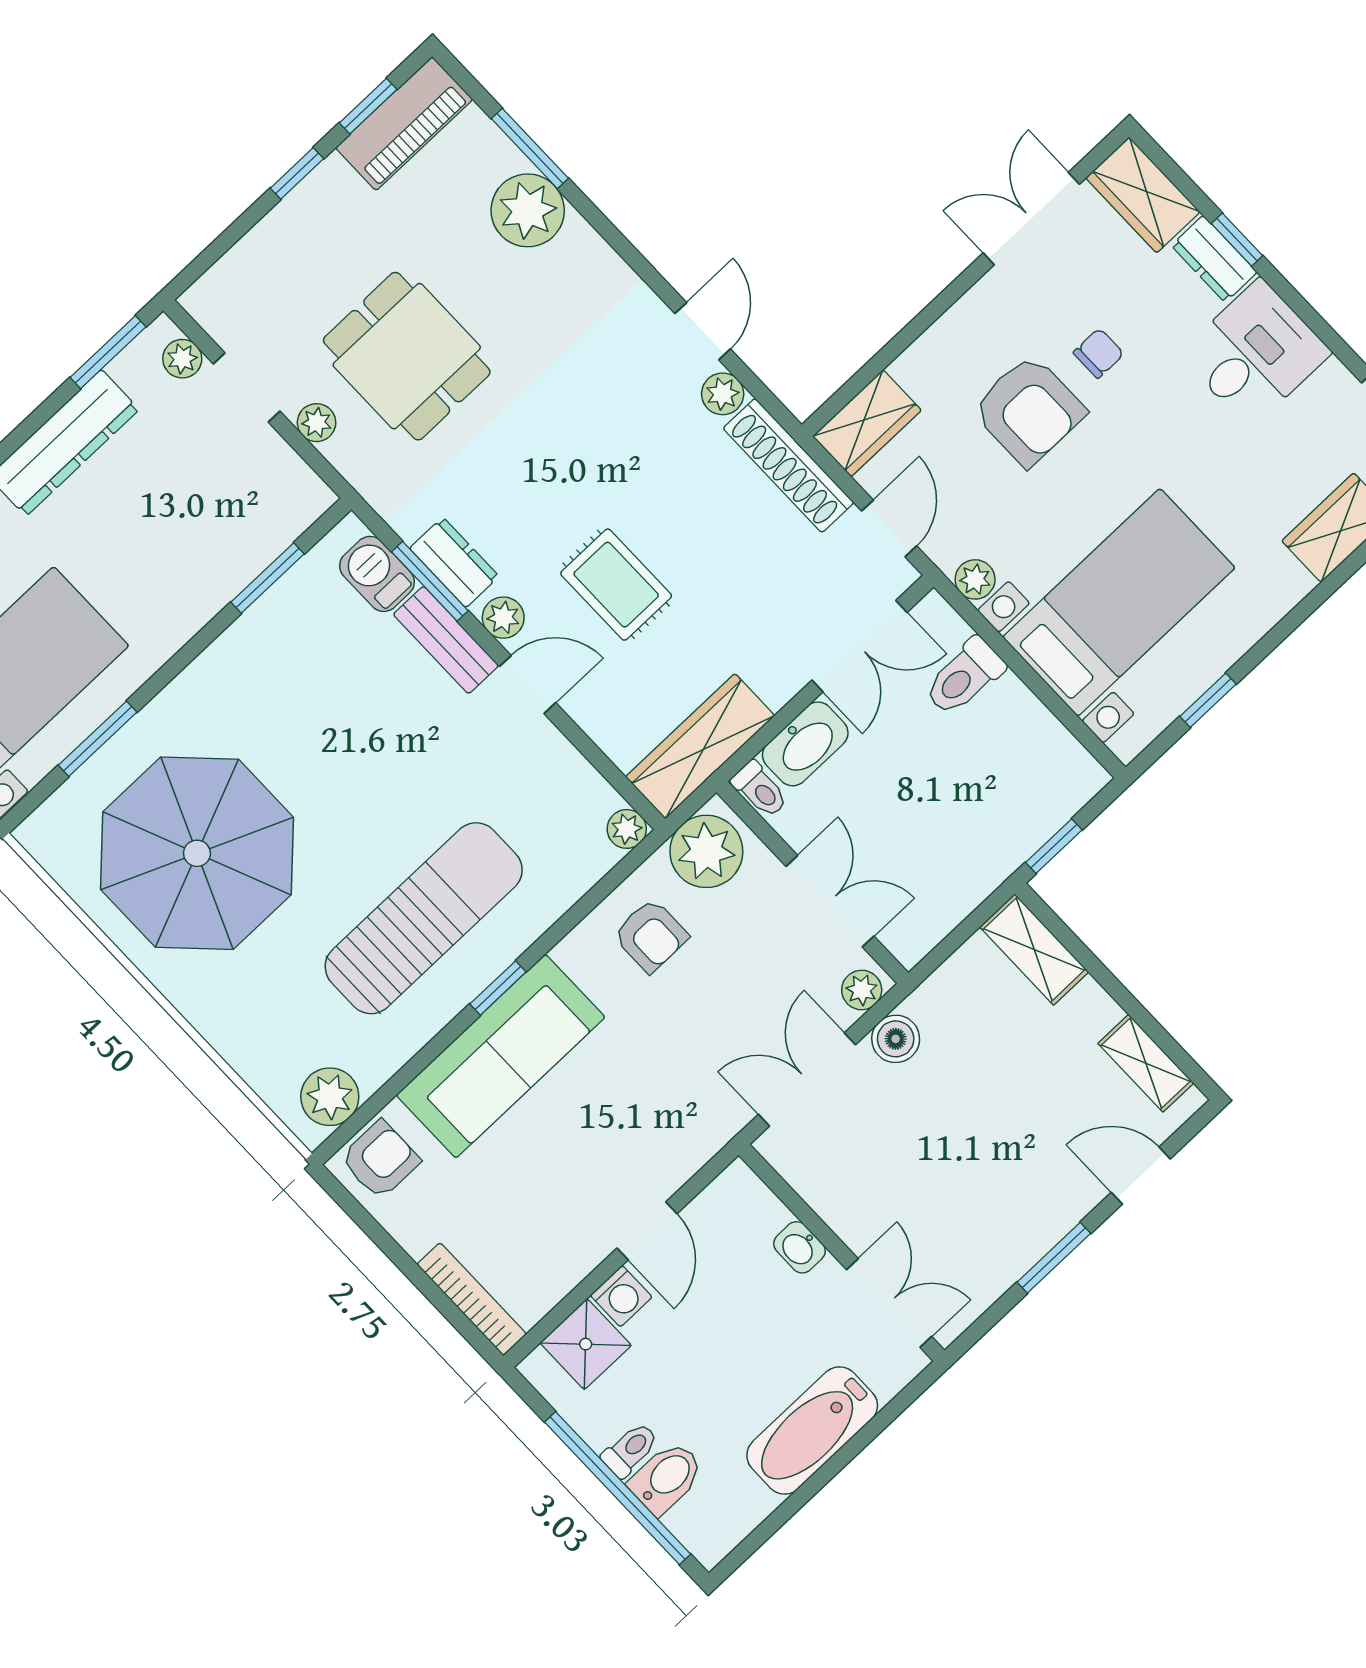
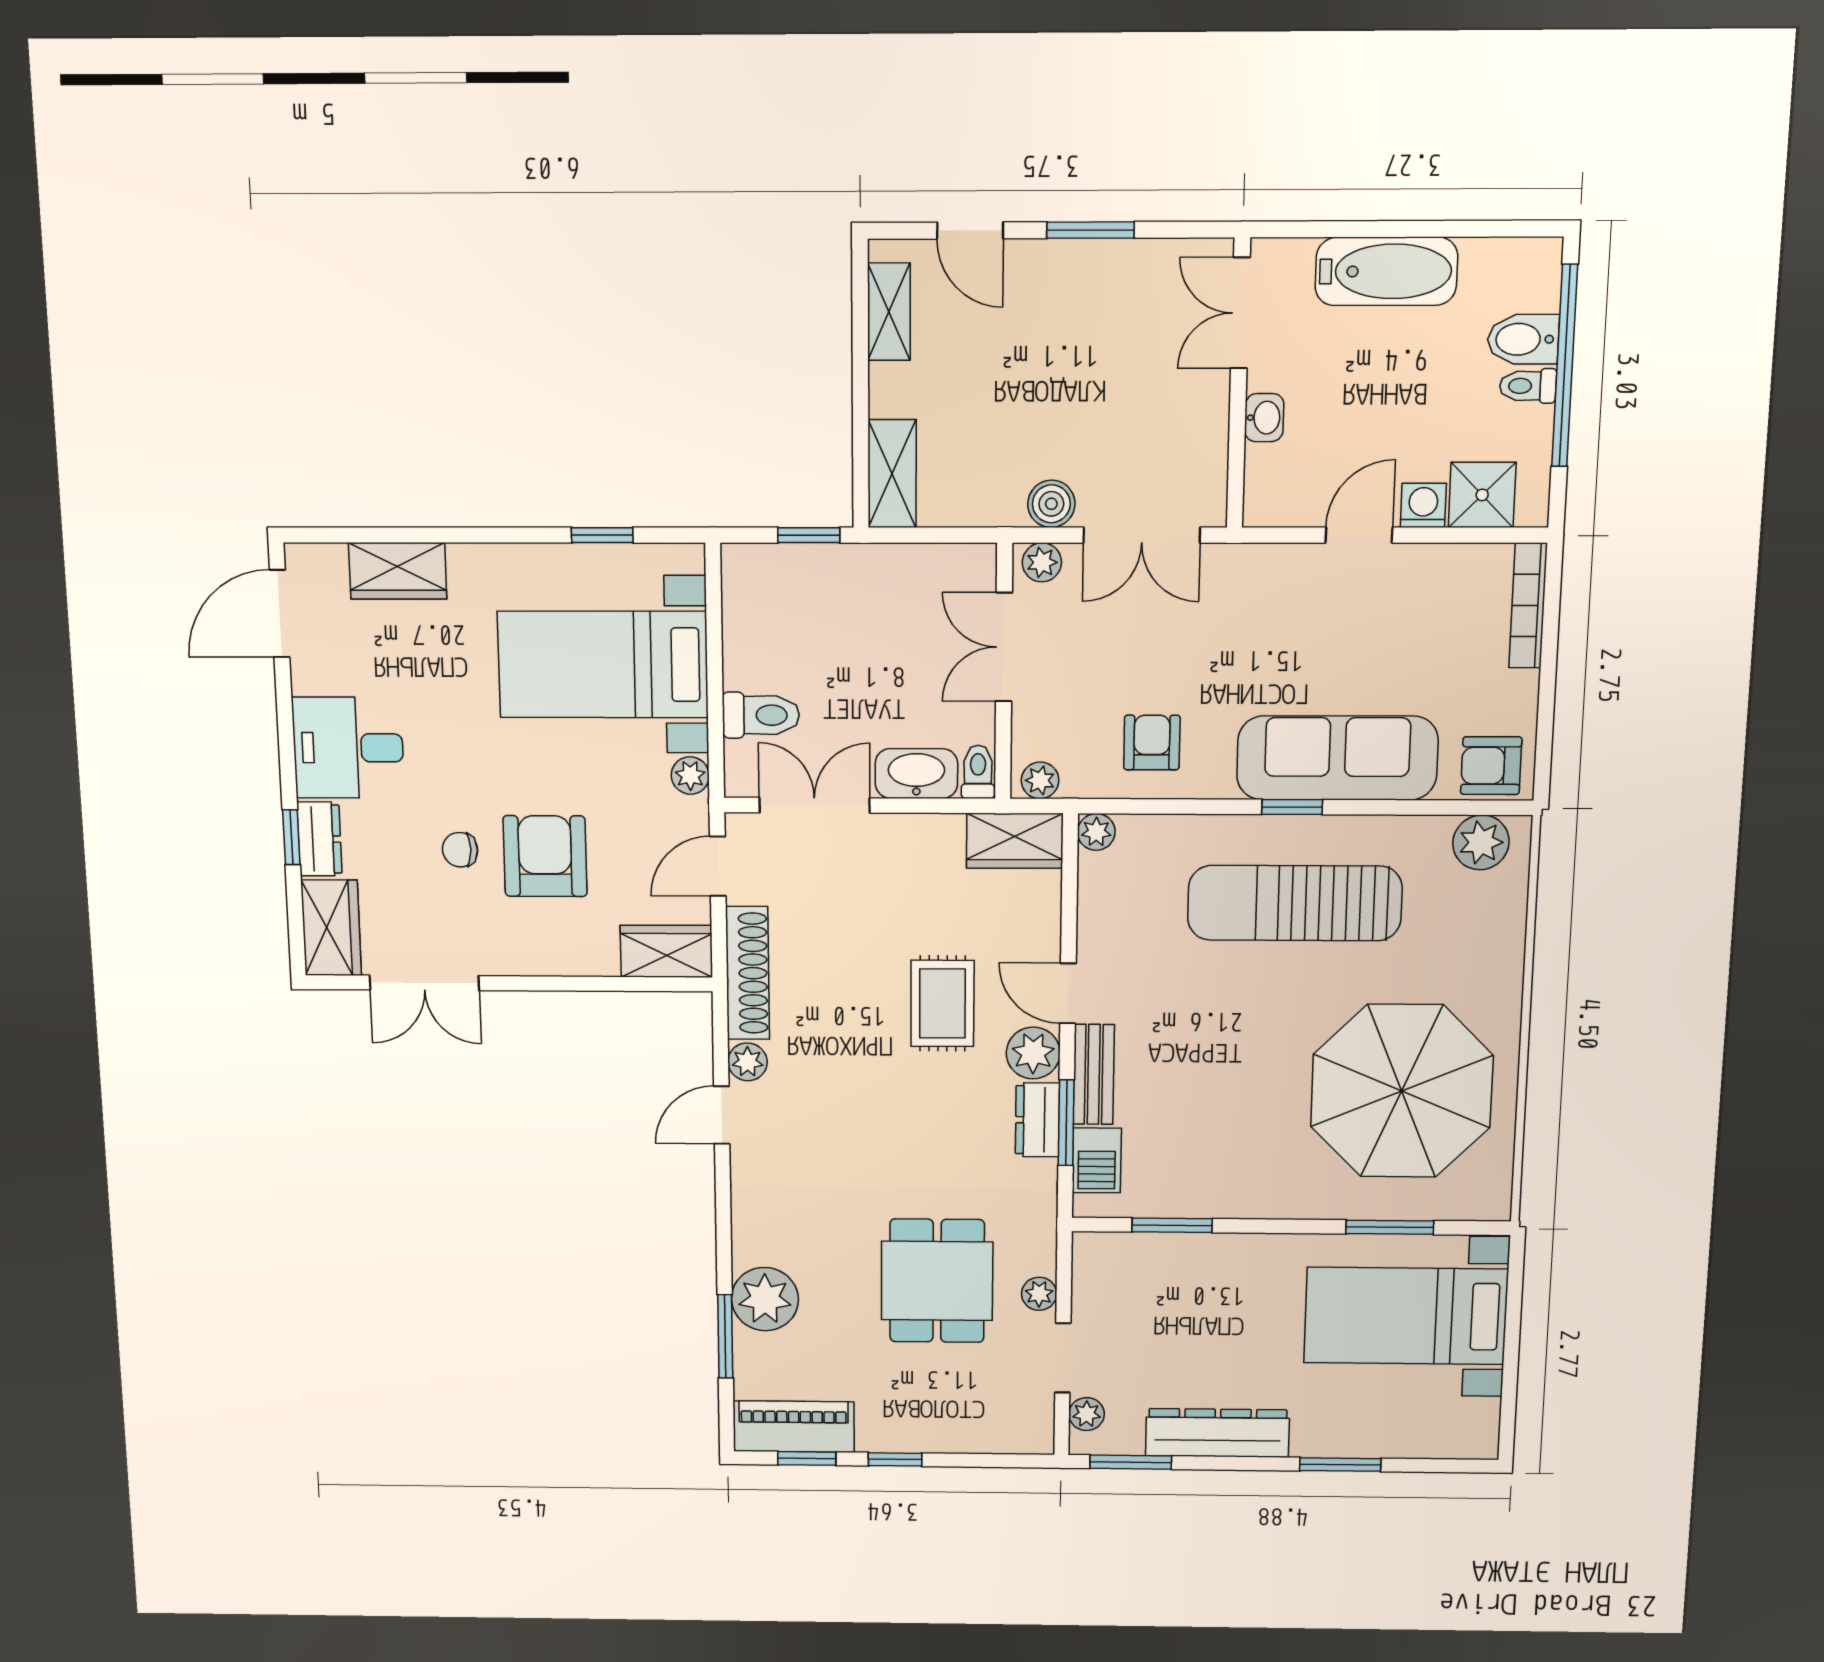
plant: (503, 618) -> (1033, 1053), width x1.38, depth x1.38
wardrobe: (700, 746) -> (1015, 841), width x0.67
plant: (706, 851) -> (1040, 780), width x0.53, depth x0.53

